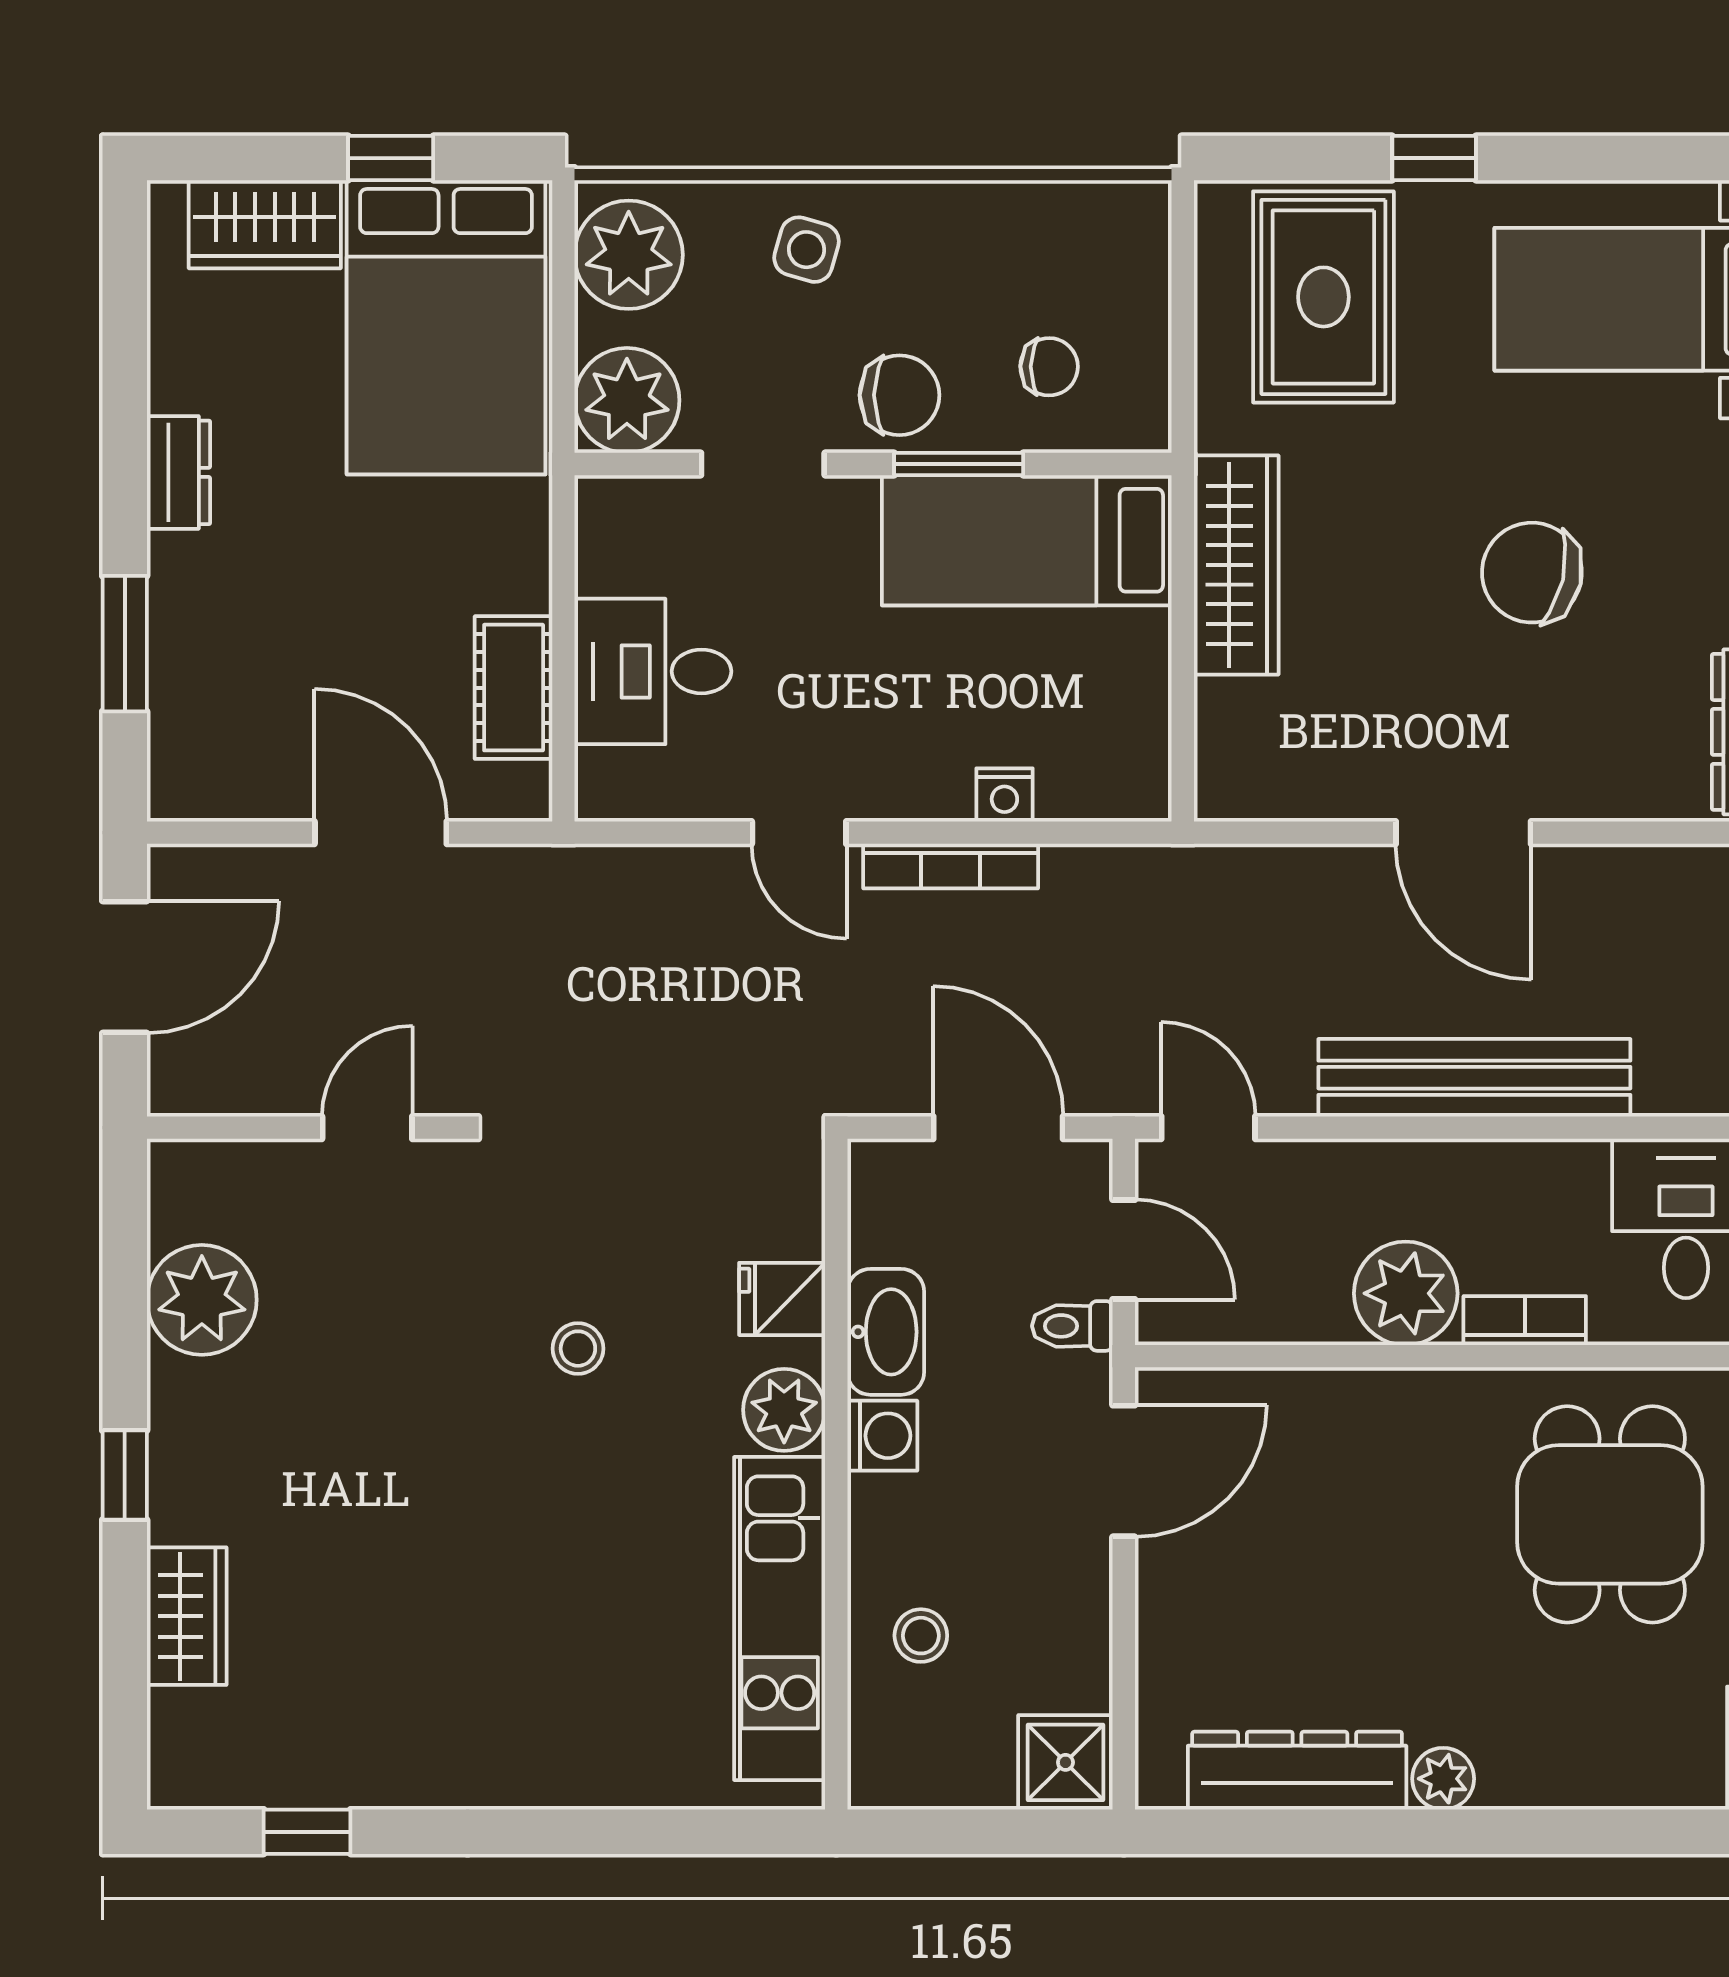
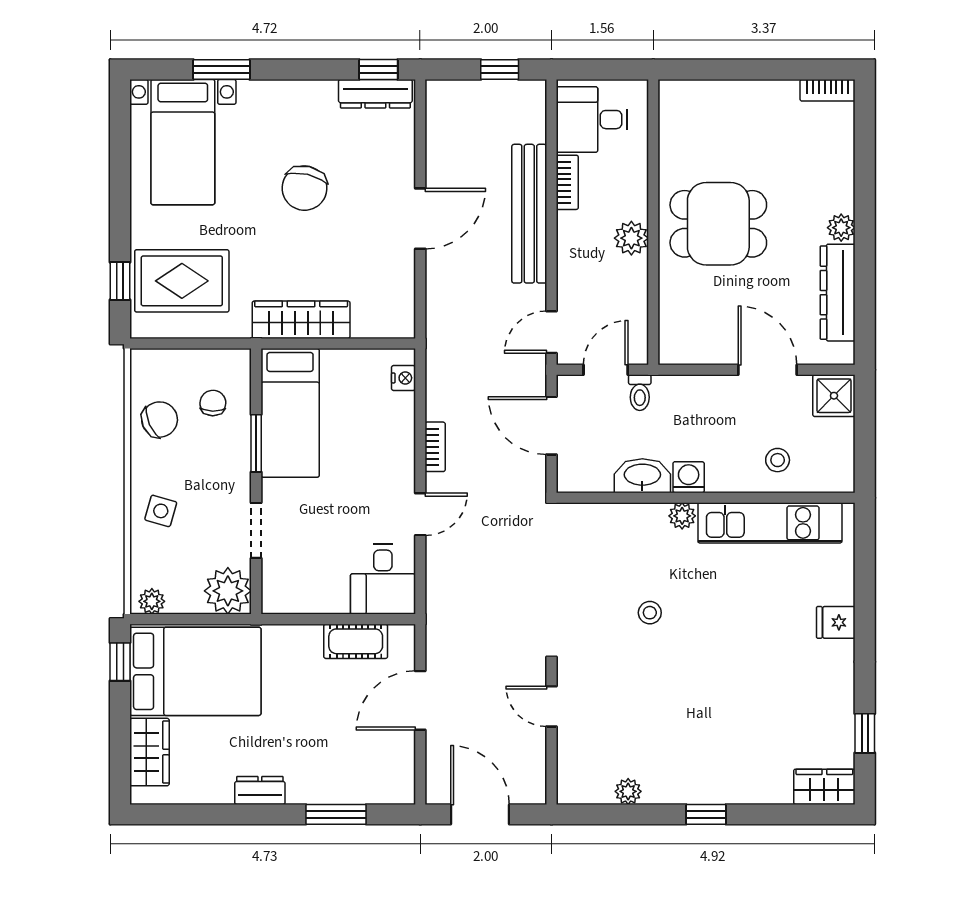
window: (391, 158) -> (120, 662), moved
window: (1434, 158) -> (120, 281), moved
plant: (629, 255) -> (152, 601), width x0.53, depth x0.53
chair: (899, 395) -> (160, 420), moved, turned 66
desk: (653, 671) -> (383, 579), moved
nightstand: (1004, 795) -> (403, 378), moved
bookcase: (951, 866) -> (435, 447), width x0.64
door: (998, 1128) -> (551, 426), hinge flipped
plant: (1406, 1293) -> (631, 238), width x0.73, depth x0.73
fridge: (782, 1299) -> (836, 622), moved, turned 90
plant: (202, 1300) -> (628, 791), width x0.53, depth x0.53
bookcase: (1525, 1321) -> (567, 182), moved, turned 180
plant: (784, 1410) -> (682, 516), width x0.73, depth x0.73
door: (1124, 1471) -> (767, 370), moved
dining table: (1610, 1514) -> (718, 224), moved
wardrobe: (187, 1616) -> (824, 787), moved

